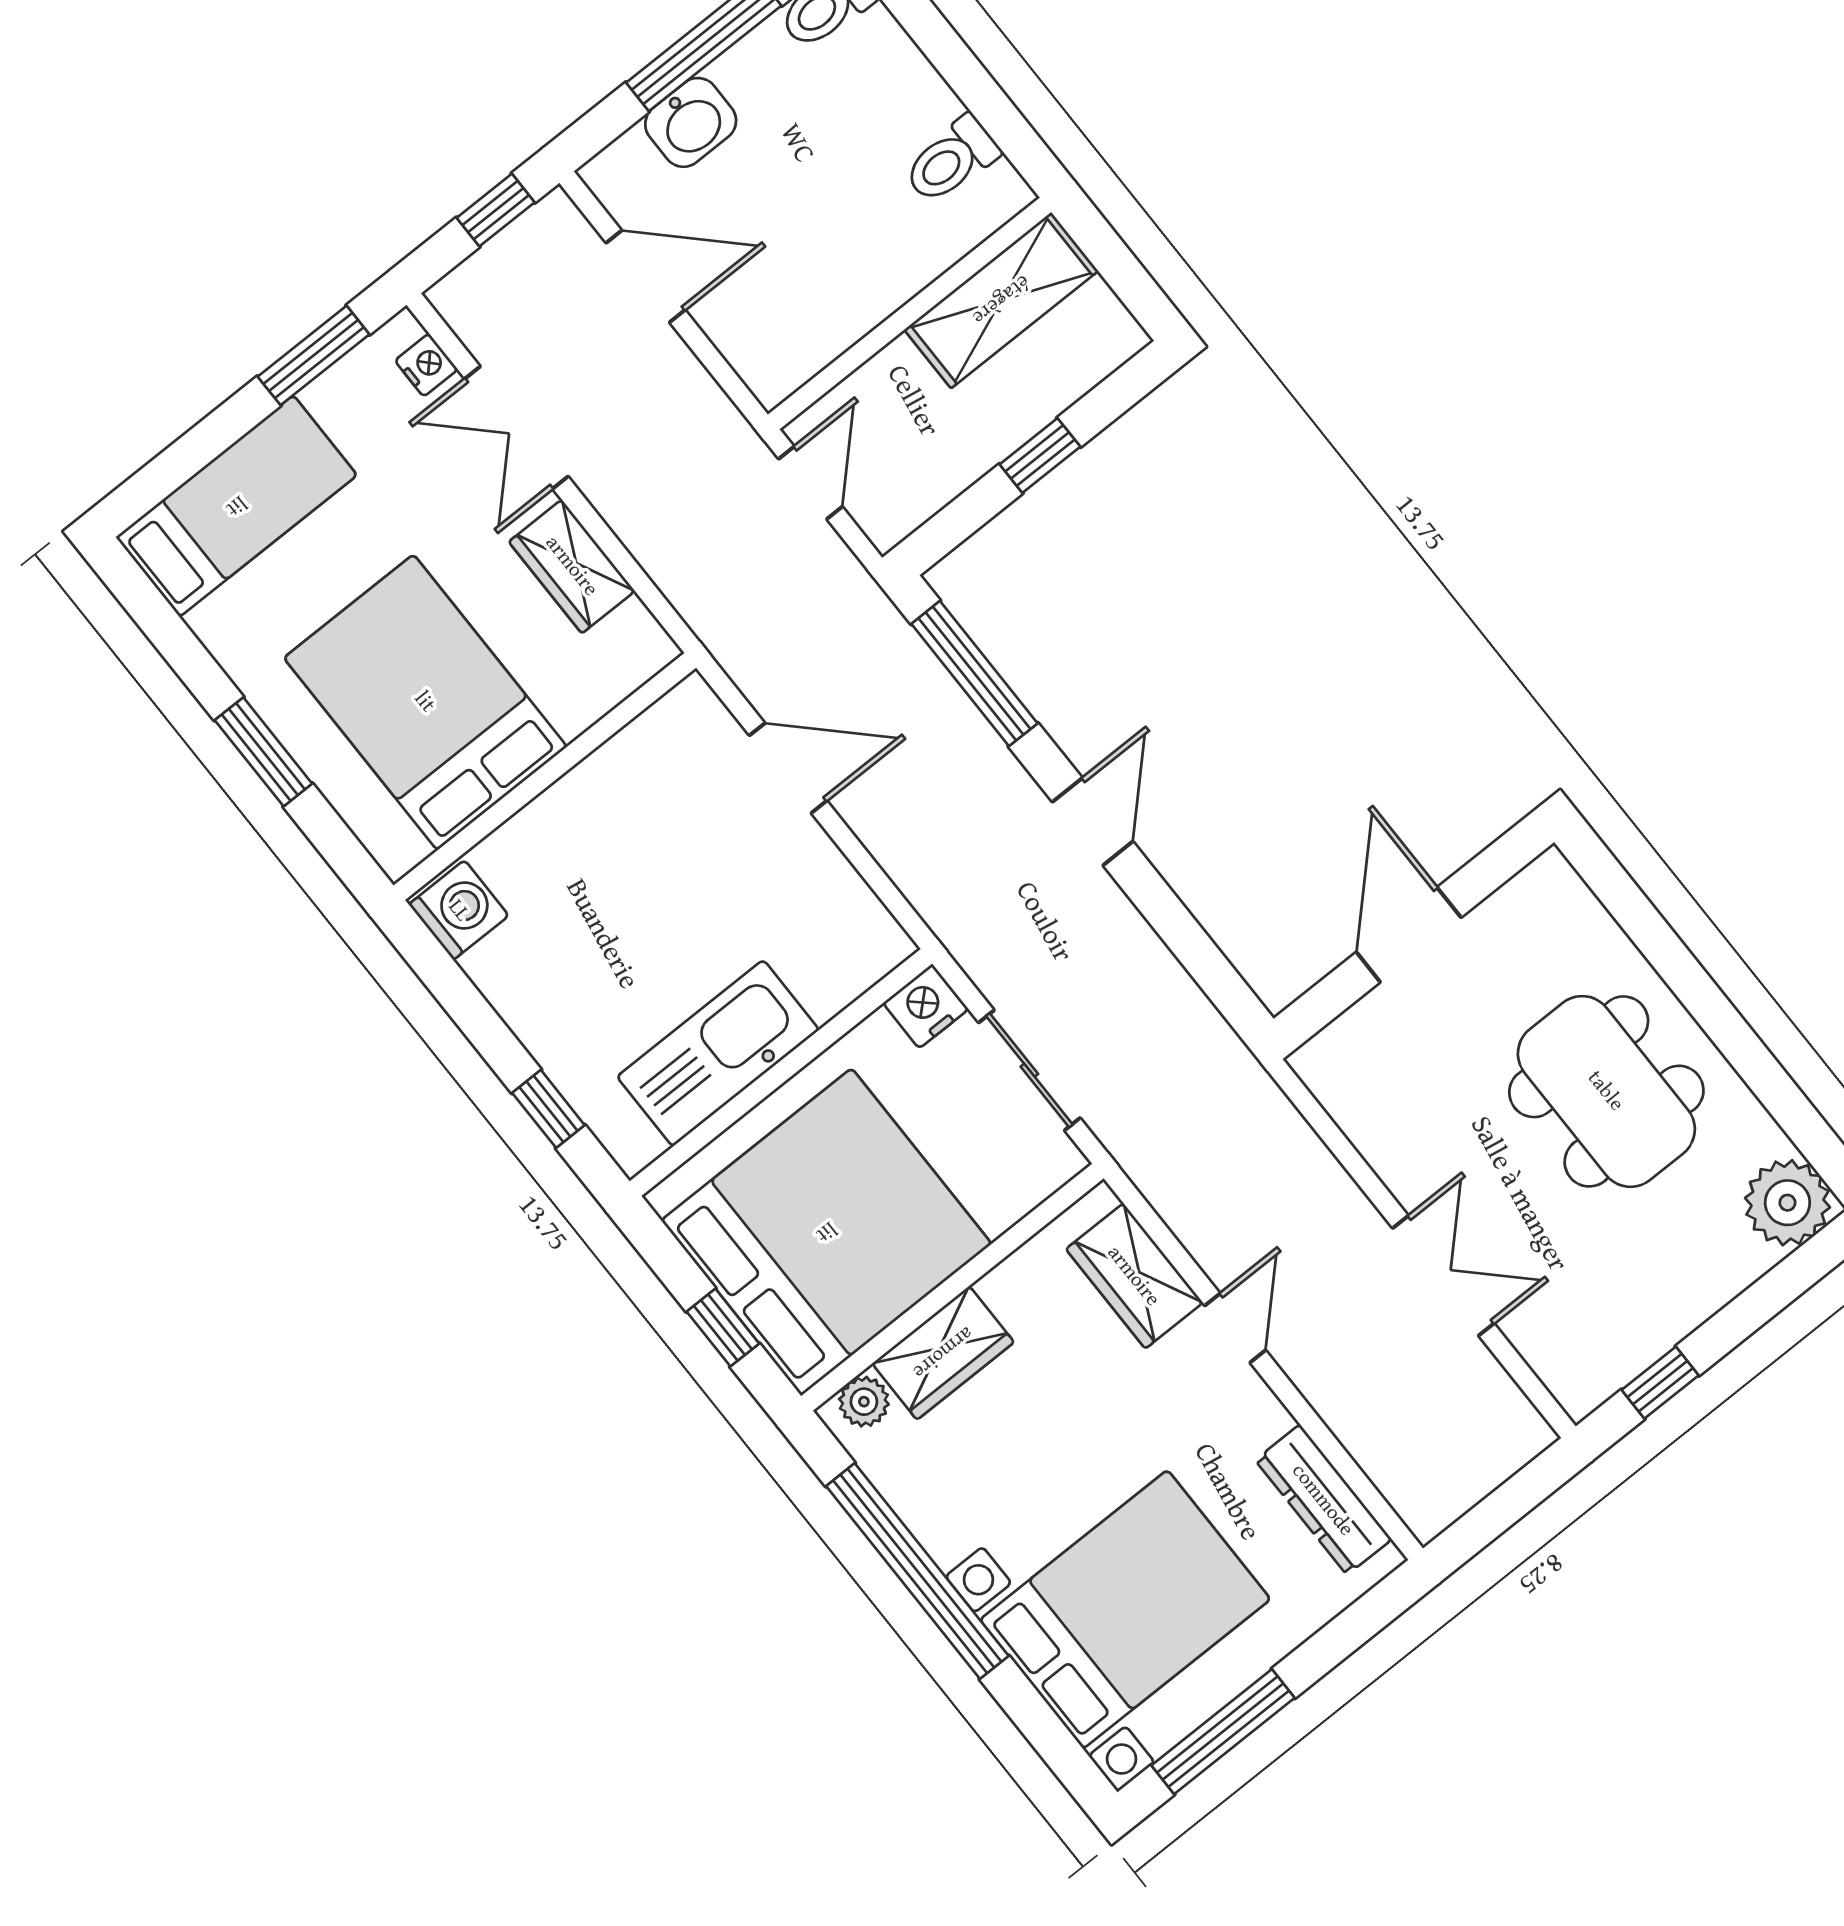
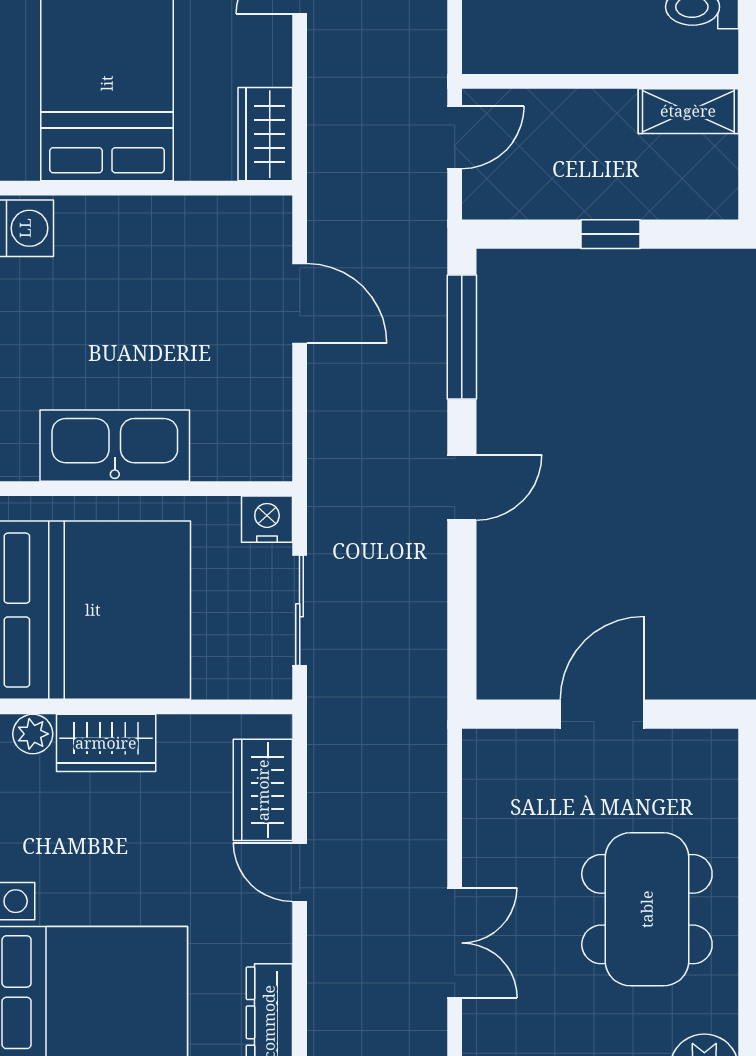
shelving: (1001, 300) -> (688, 111), width x0.67, depth x0.75
wardrobe: (572, 566) -> (265, 134), moved
door: (1235, 1328) -> (300, 872), swing flipped

